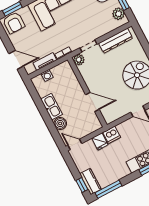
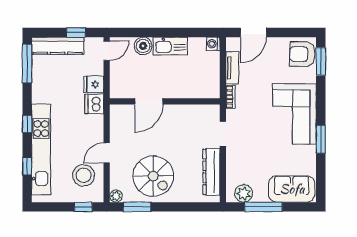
plant: (79, 60) -> (212, 112), removed
washing machine: (47, 75) -> (213, 44), moved
kitchen counter: (90, 182) -> (58, 46), width x1.50
window: (82, 185) -> (76, 32), moved

